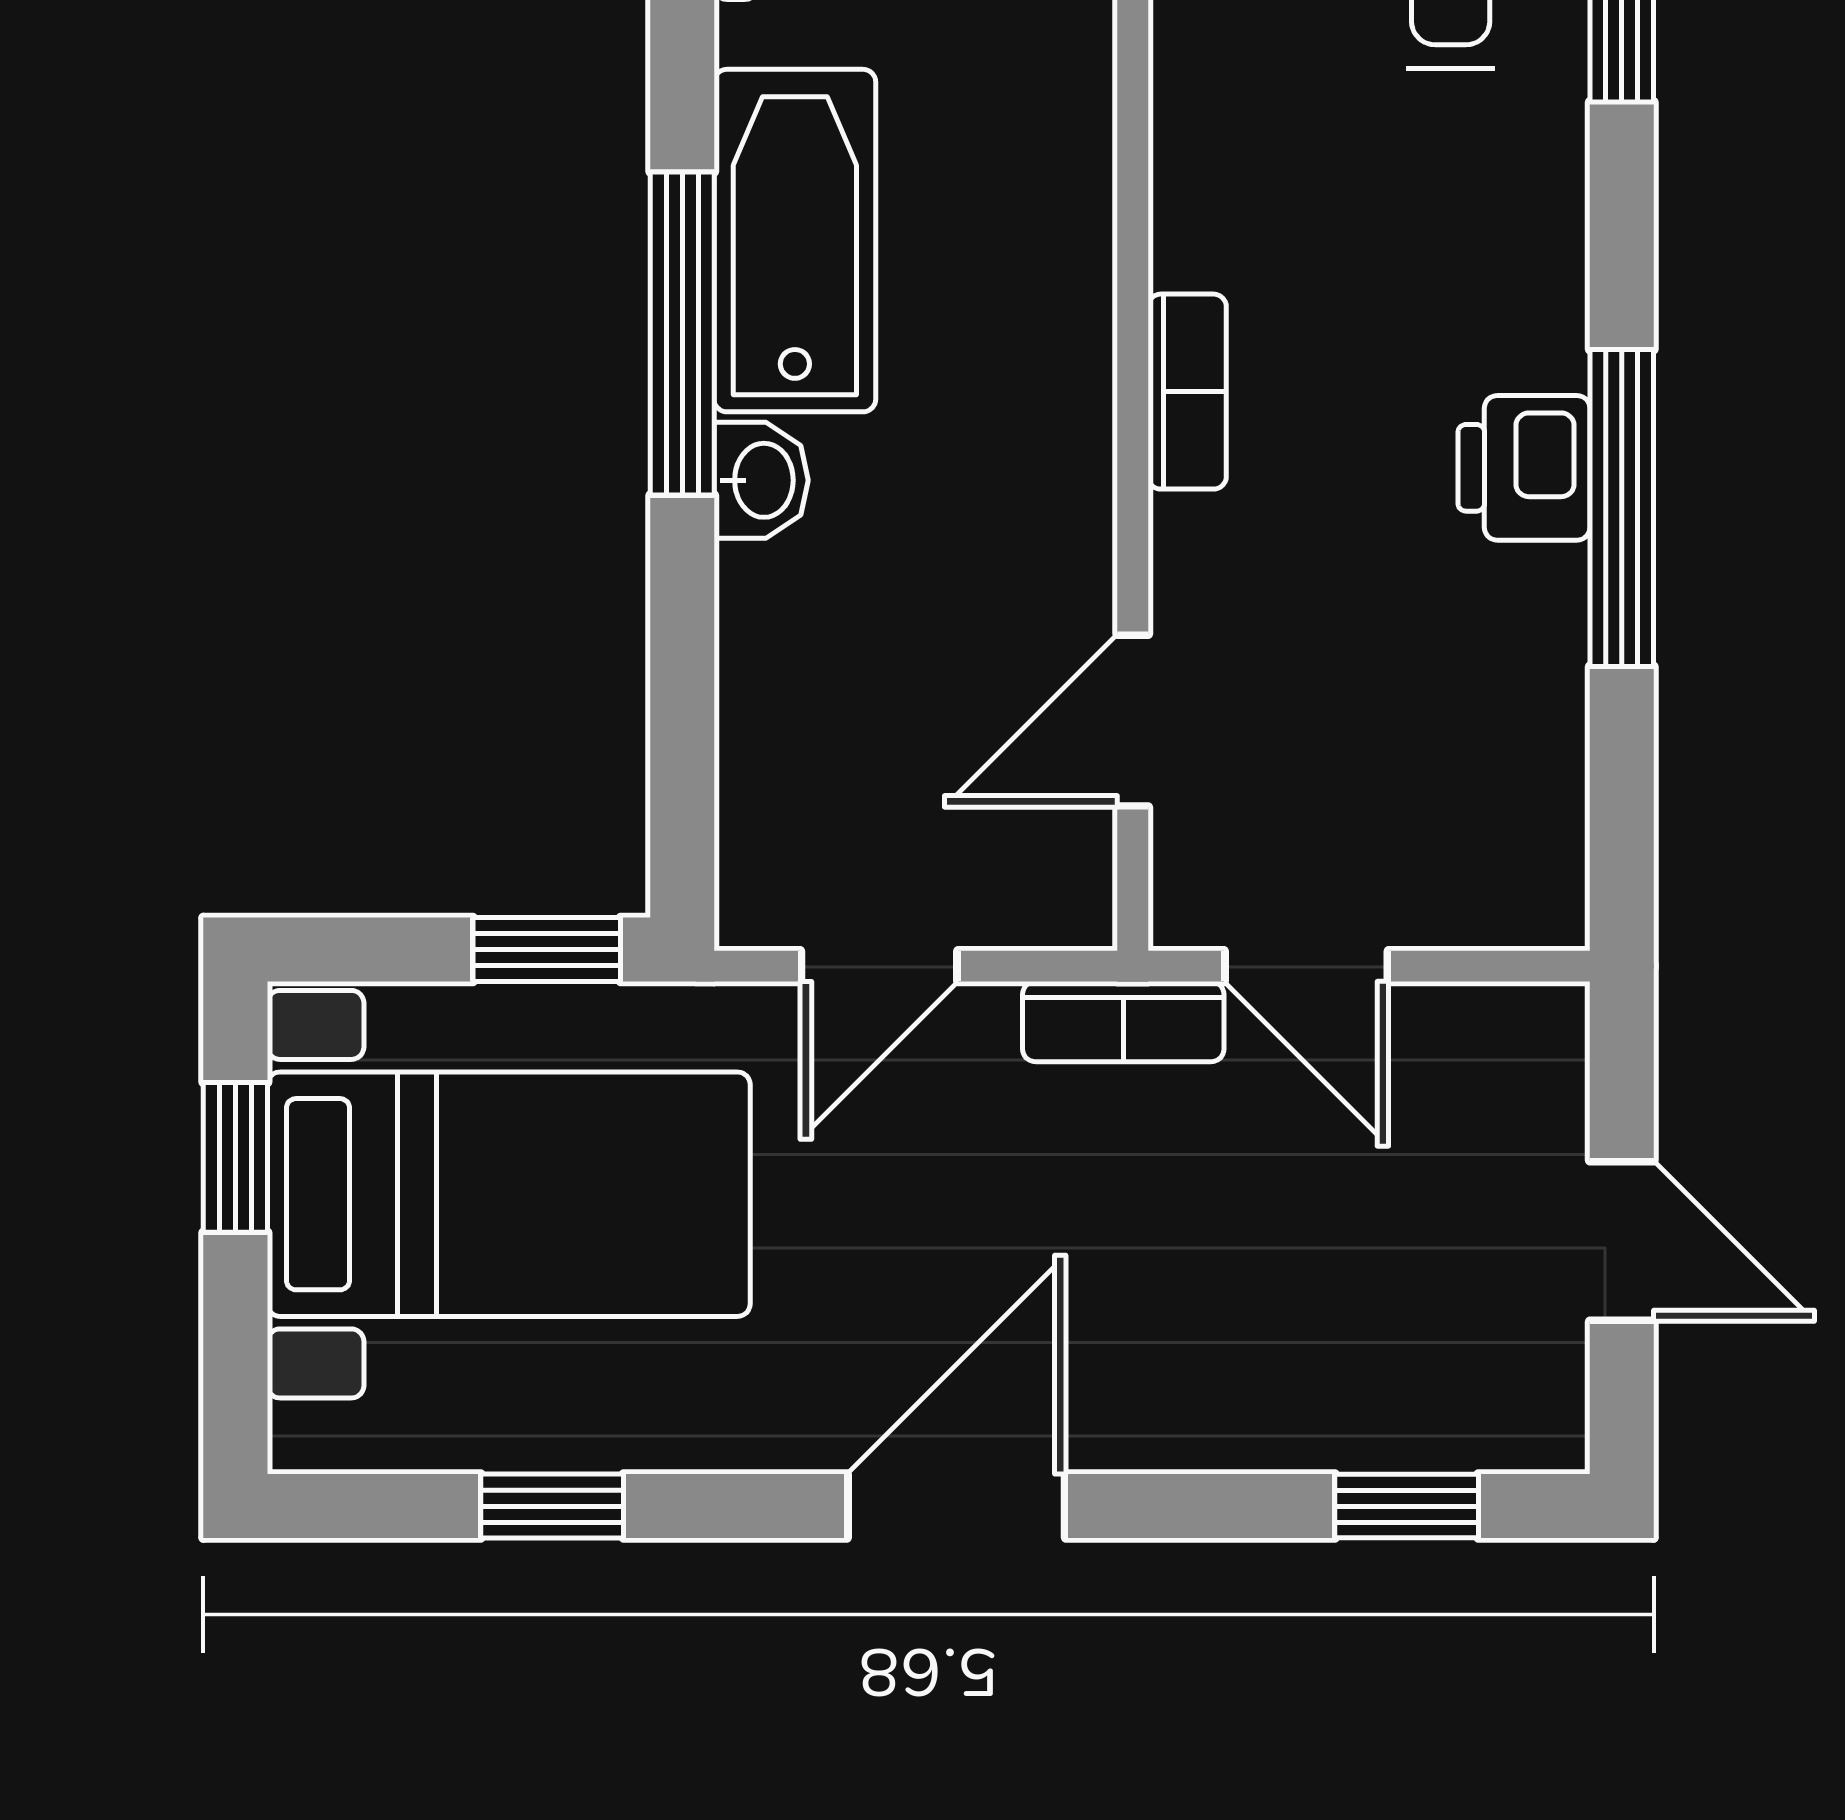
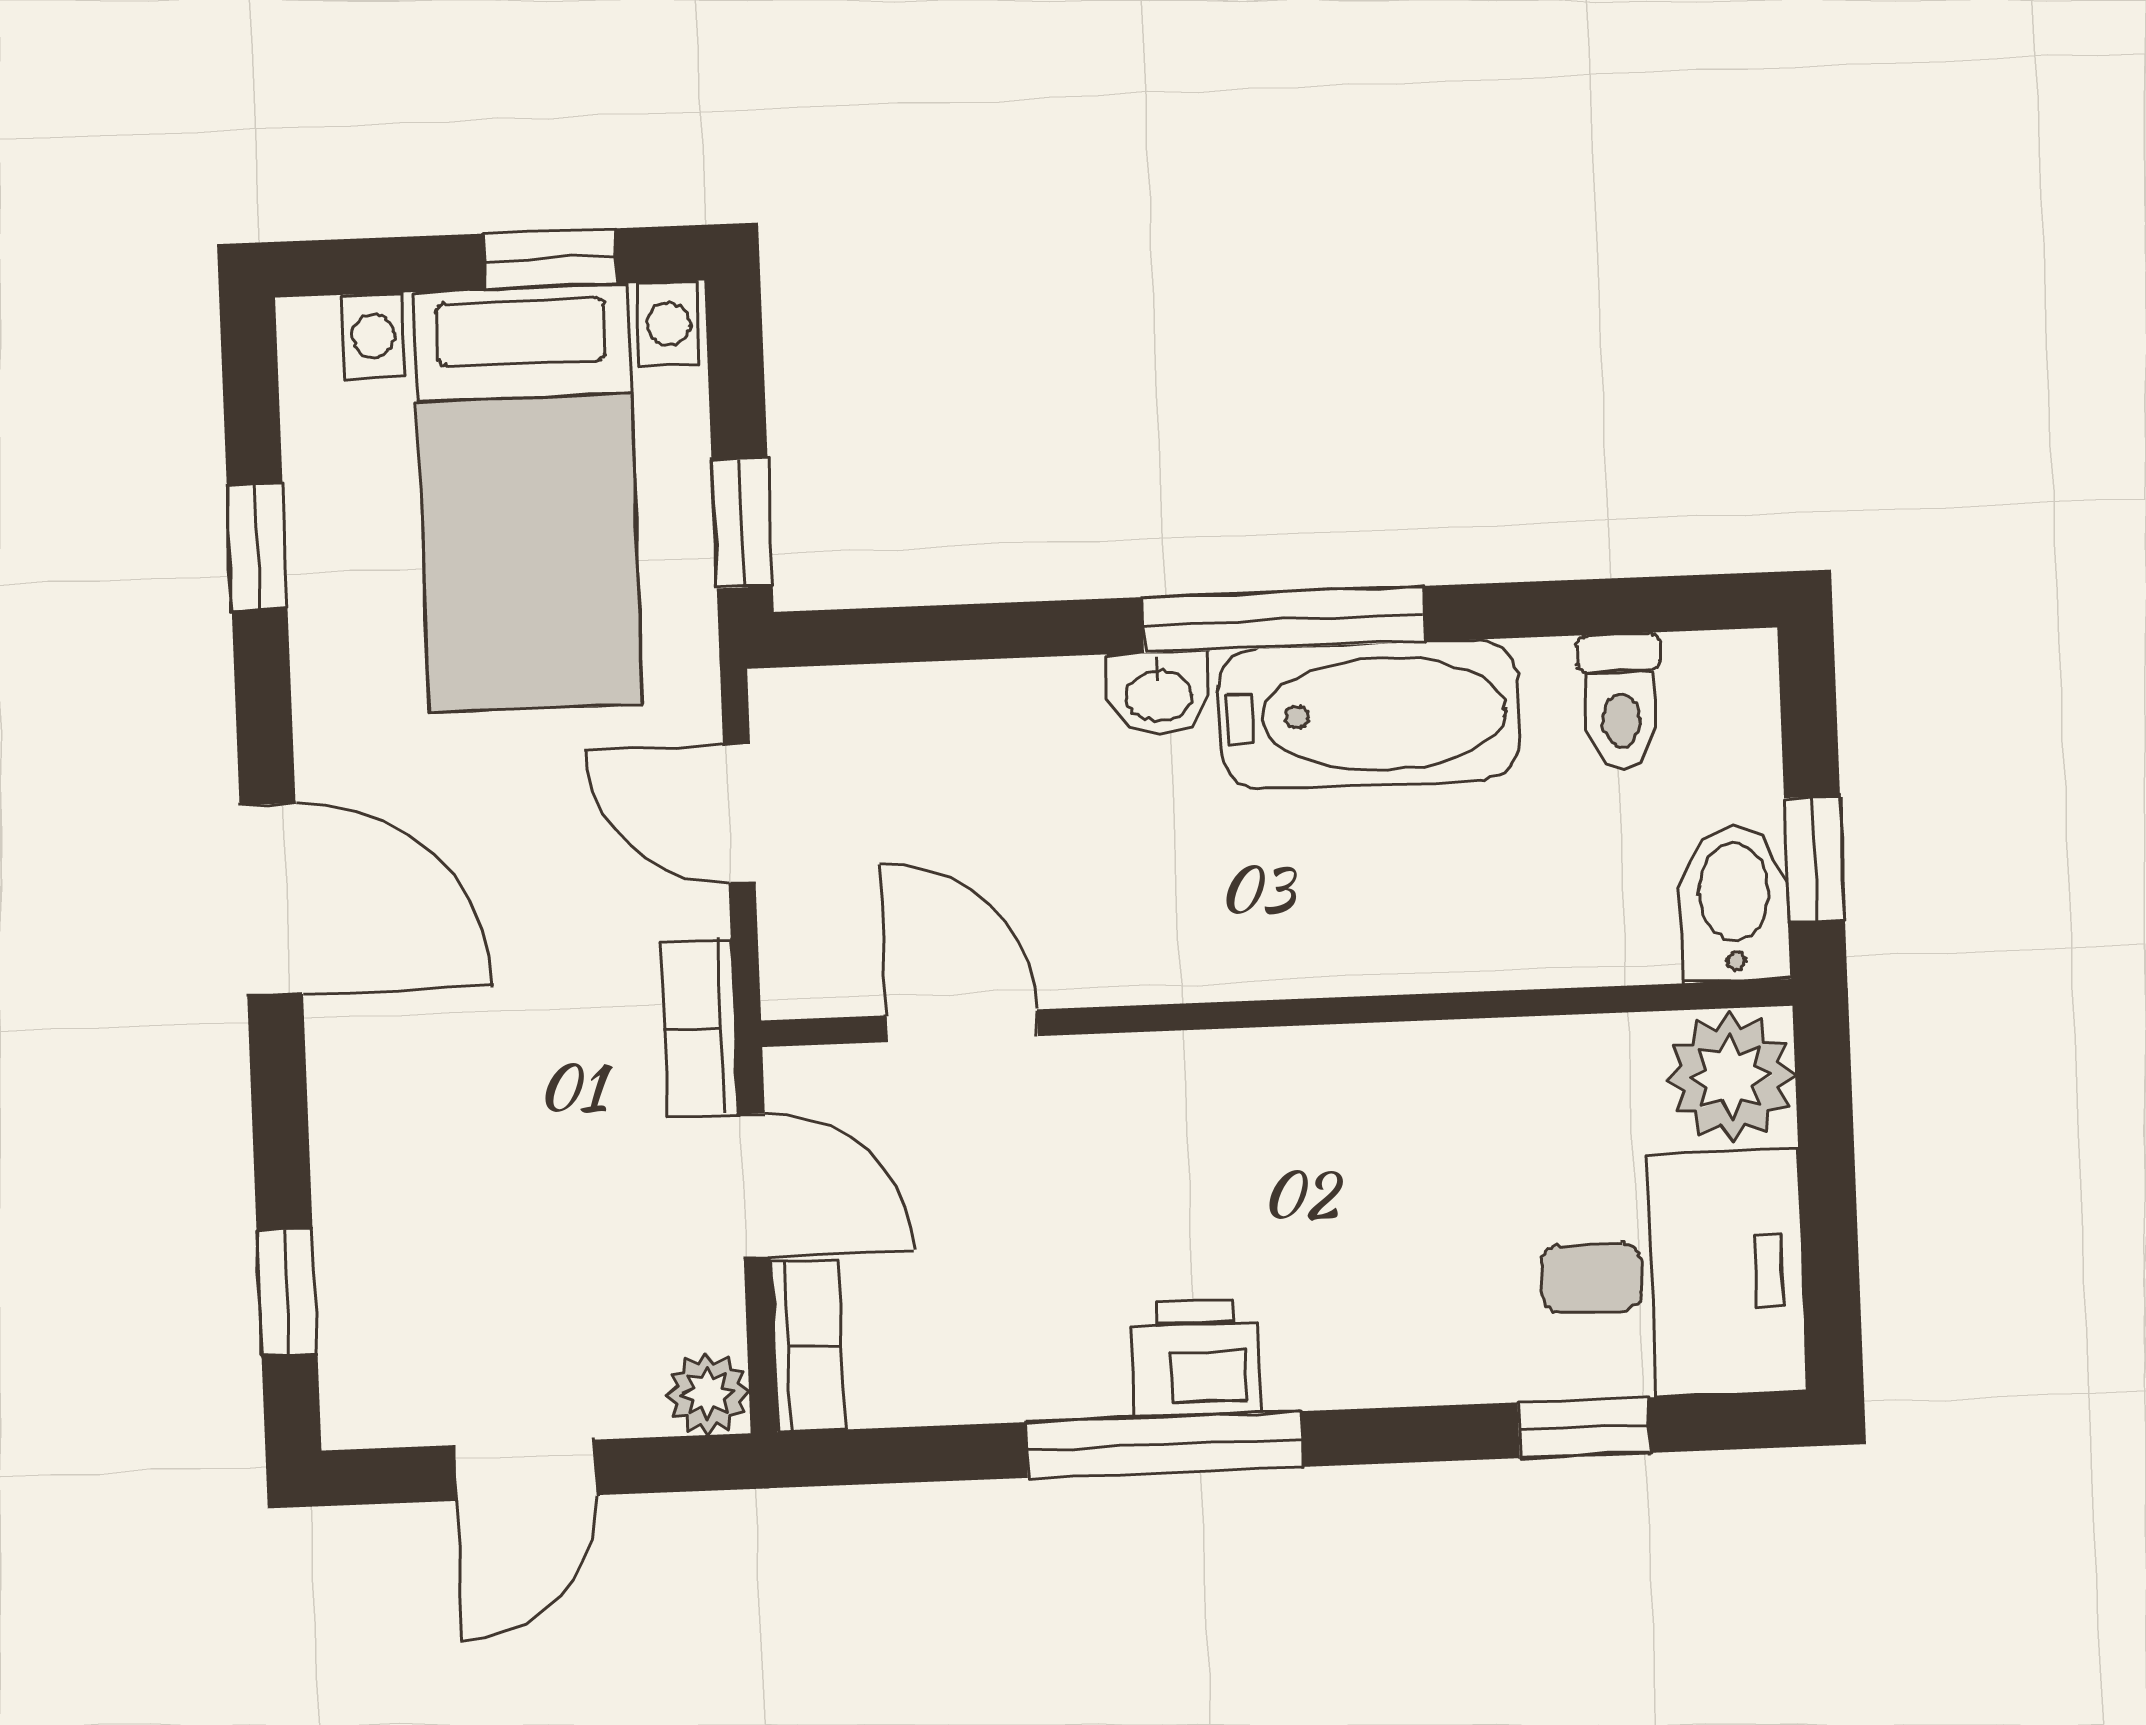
bookcase: (1187, 392) -> (808, 1346), moved, turned -90
door: (1306, 966) -> (754, 1186), swing flipped
plant: (1542, 1029) -> (708, 1394), added

